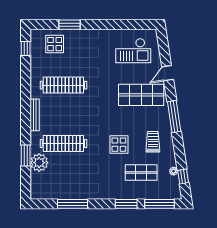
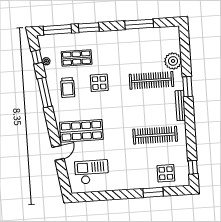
window: (174, 117) -> (45, 92), moved
window: (26, 155) -> (188, 87), moved

